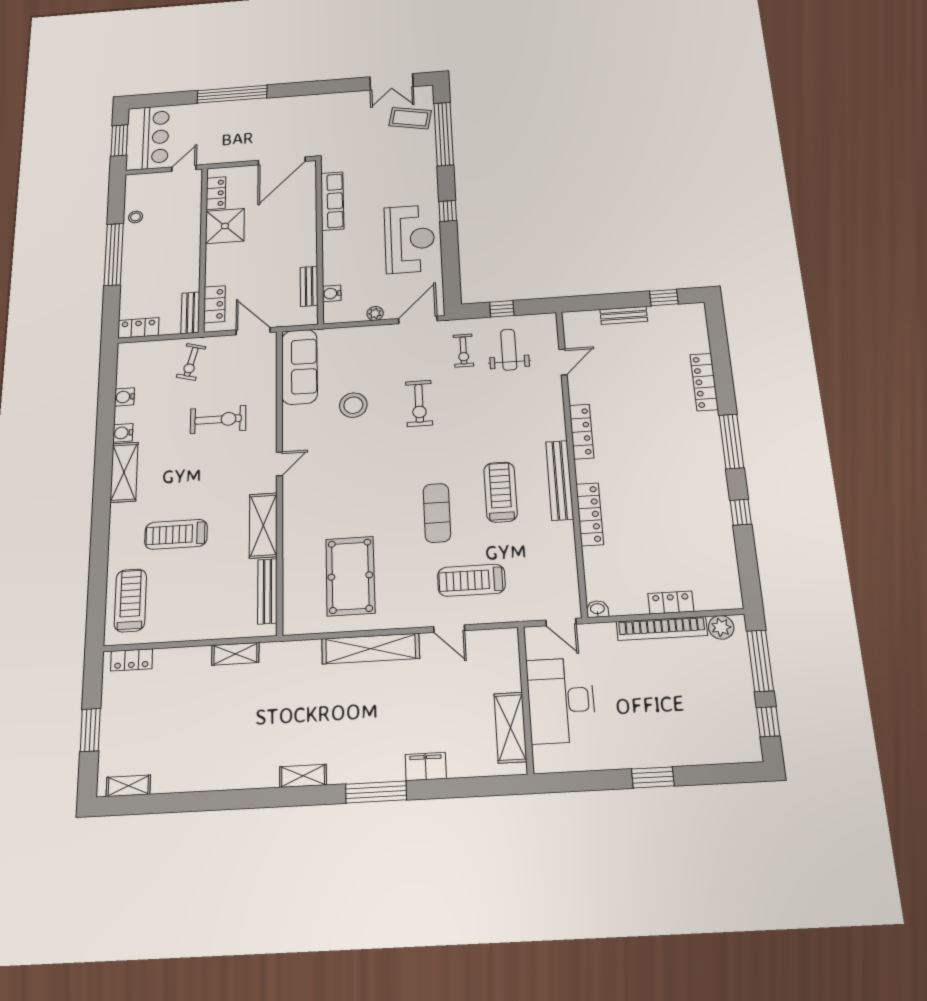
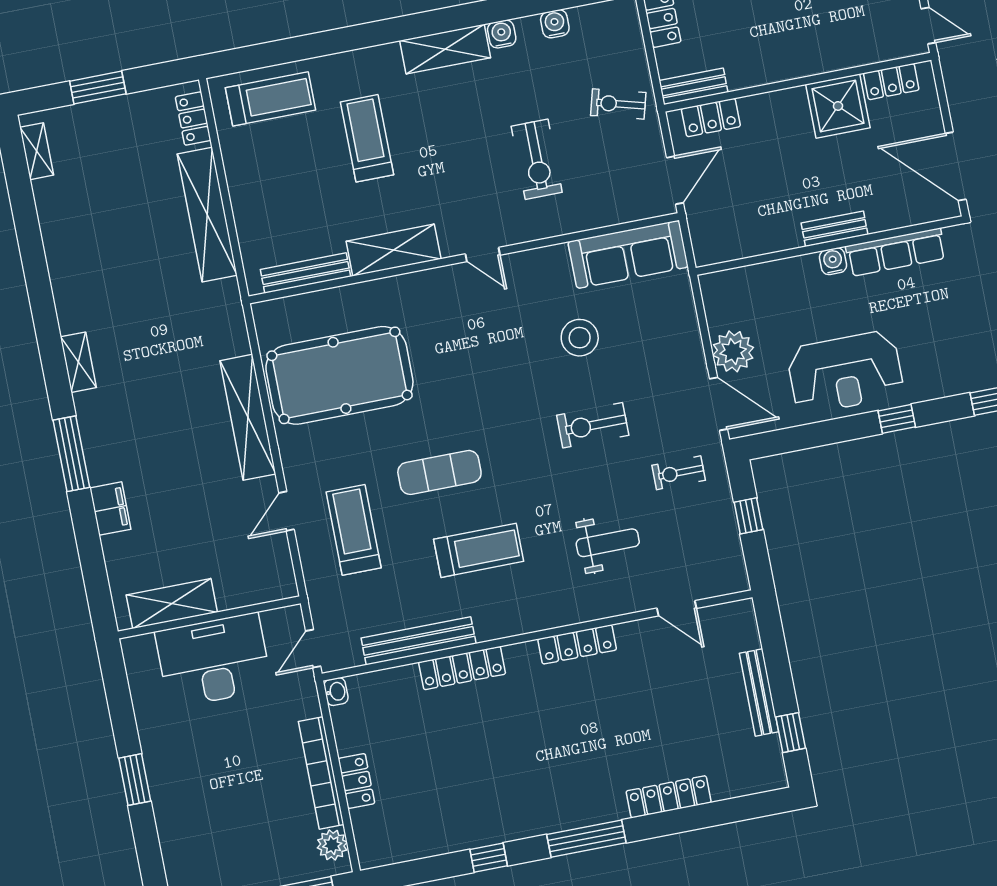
bench: (309, 286) -> (834, 229), moved
water cooler: (332, 293) -> (833, 261), moved
plant: (375, 313) -> (733, 351), width x1.87, depth x1.87
bench: (624, 315) -> (759, 692), width x1.36
weight bench: (509, 350) -> (608, 543), moved
bench: (560, 480) -> (419, 641), moved
pool table: (350, 576) -> (339, 375), width x1.36, depth x1.32
shelving: (235, 654) -> (207, 215), width x2.20, depth x1.33

